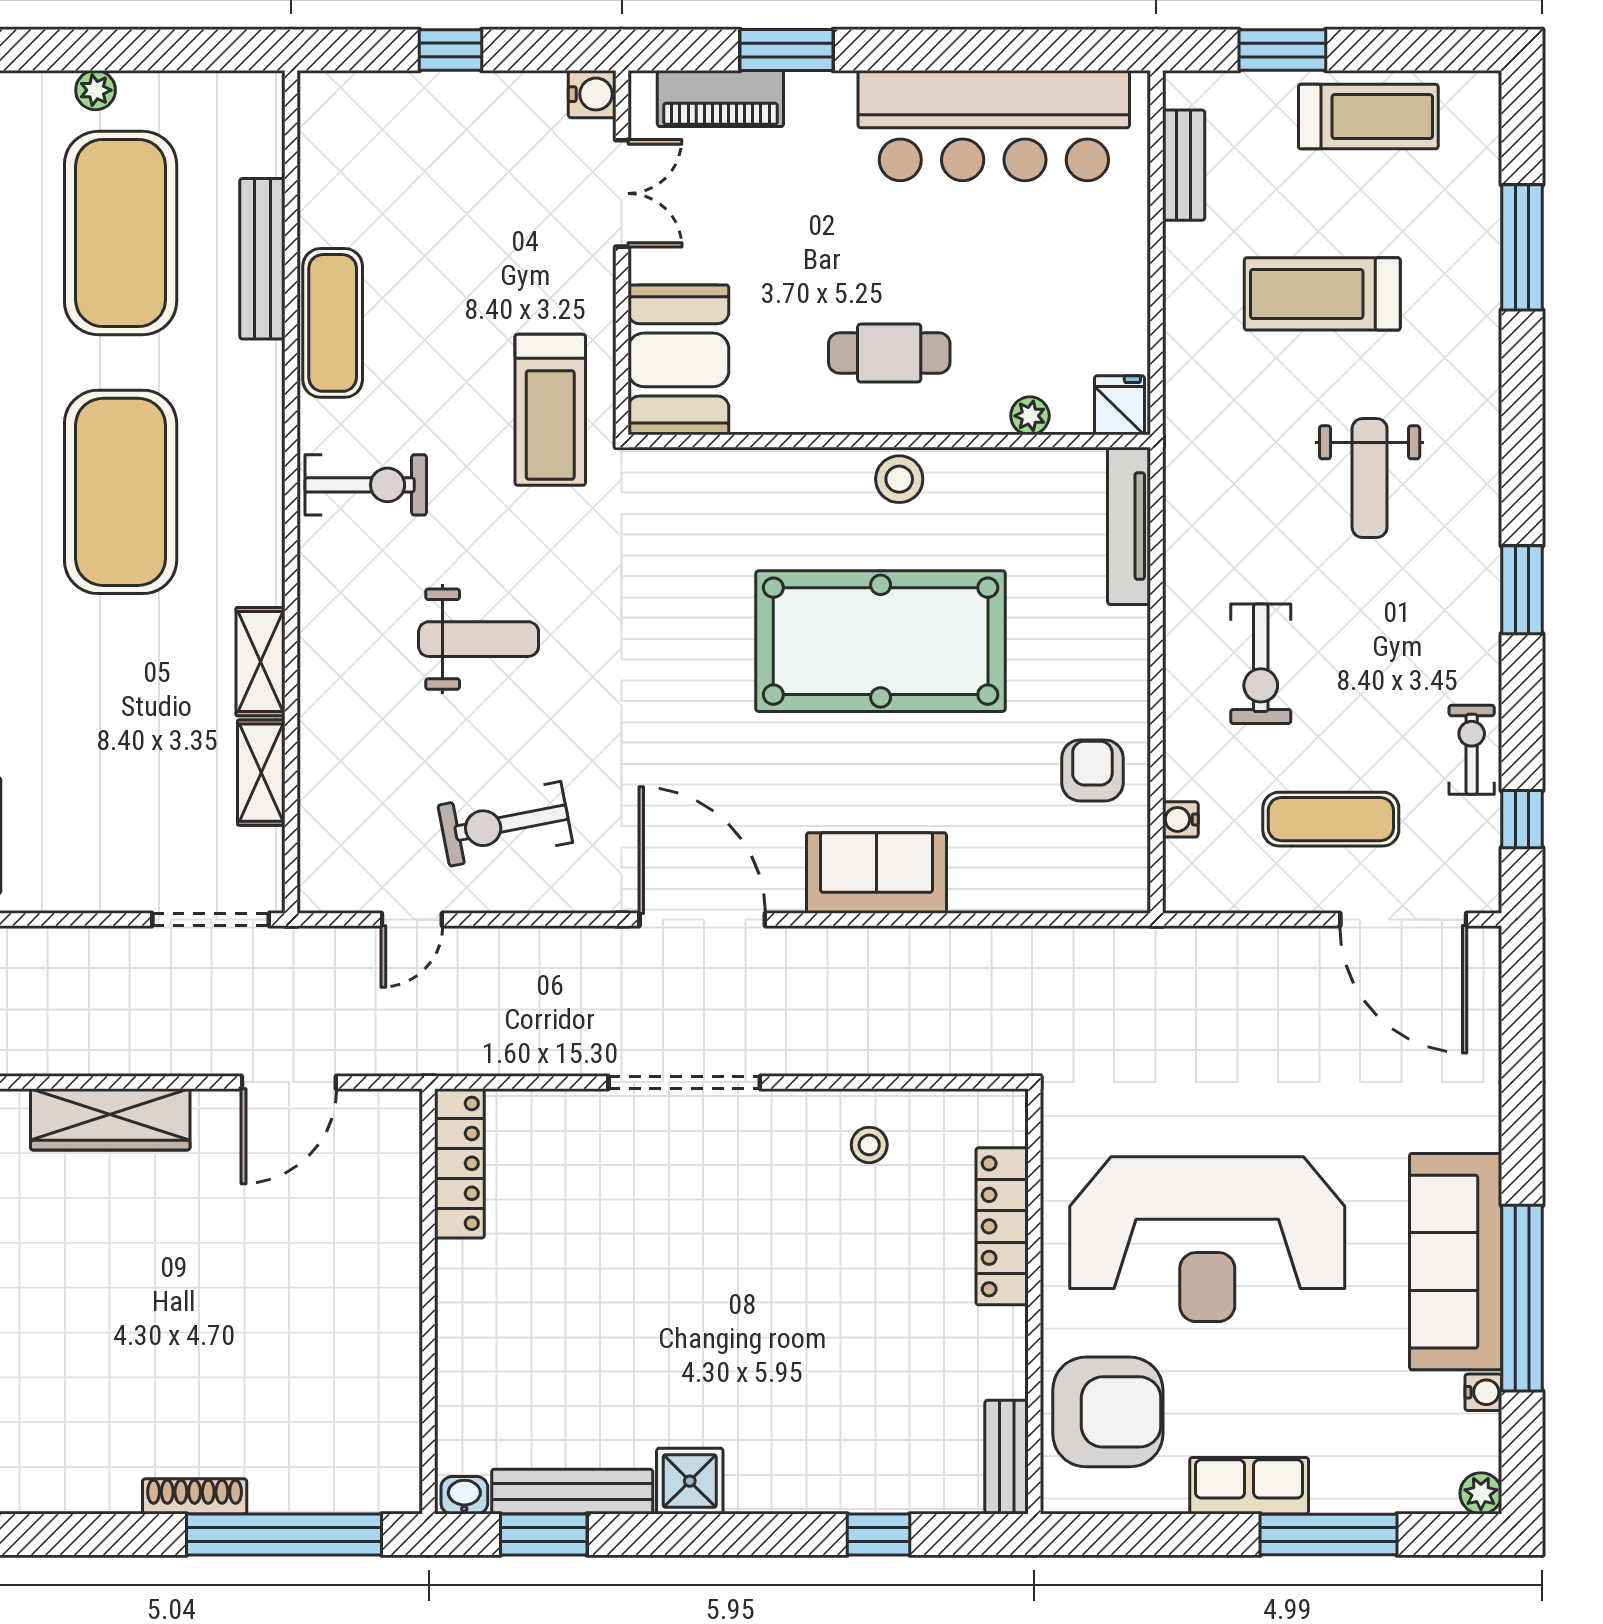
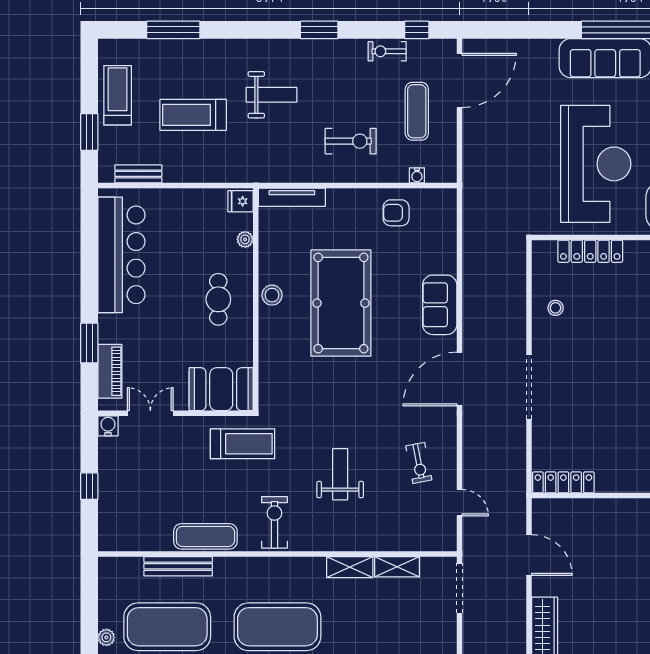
treadmill: (1322, 294) -> (193, 115), turned 90
exercise bike: (505, 824) -> (419, 463), width x0.73, depth x0.72

